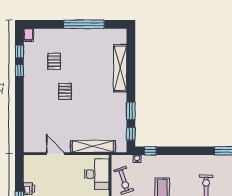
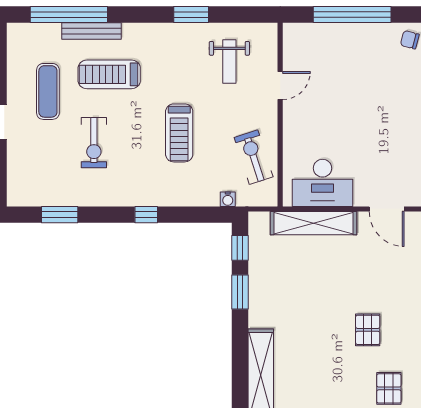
window: (150, 151) -> (146, 215), moved
desk: (97, 174) -> (323, 183), moved, turned -90

